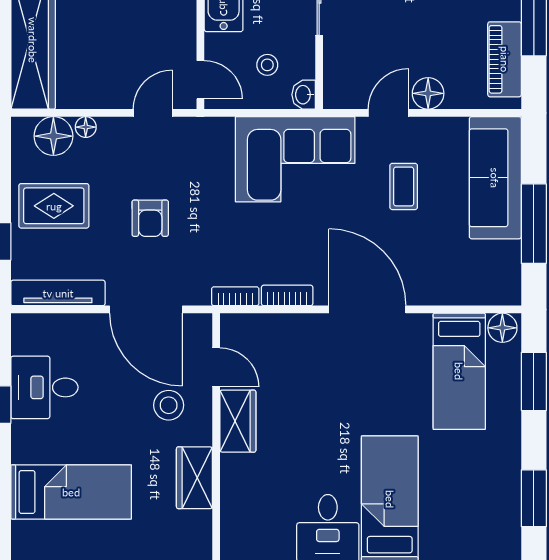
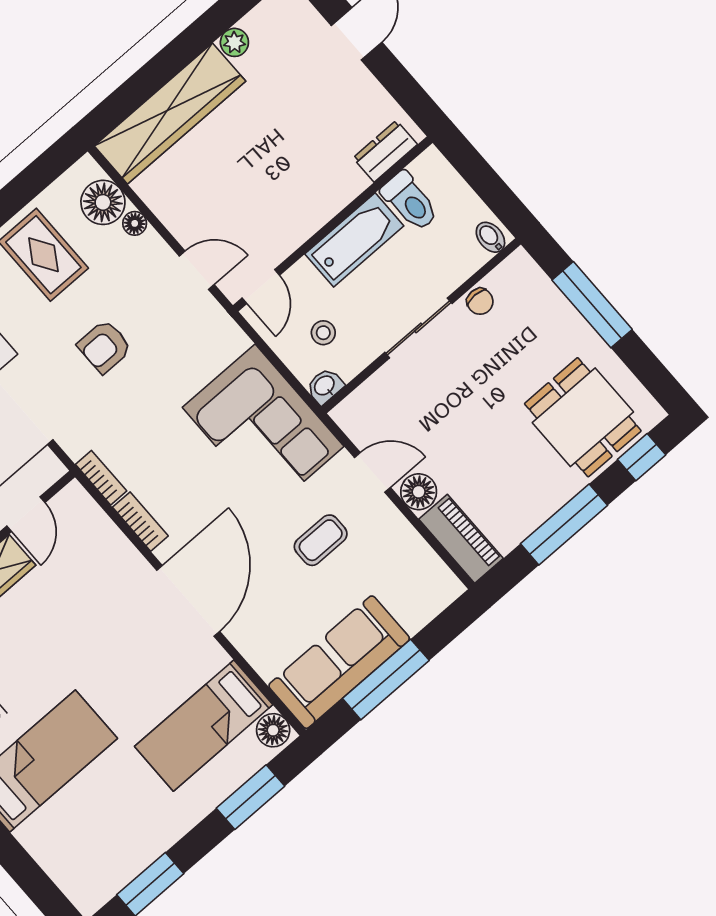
piano: (505, 59) -> (461, 539), moved, turned 90
sofa: (495, 178) -> (339, 662), moved

